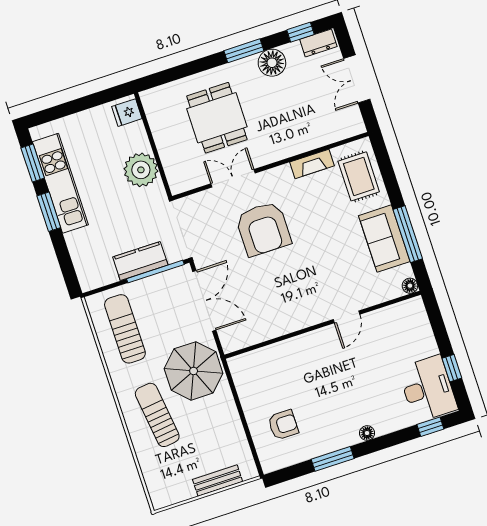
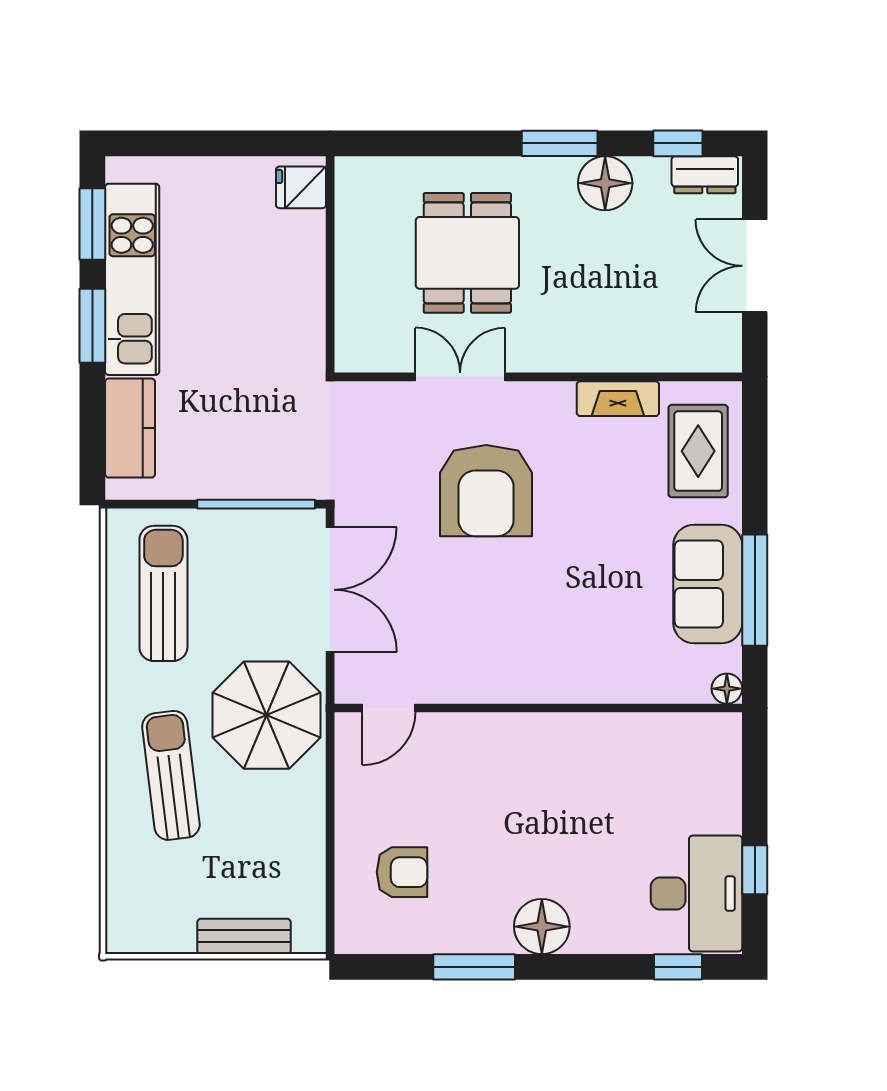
plant: (141, 170) -> (292, 304), removed
kitchen counter: (140, 261) -> (130, 428), moved, turned 90
door: (347, 317) -> (389, 708), moved
floor lamp: (367, 433) -> (542, 927), width x1.89, depth x1.89

